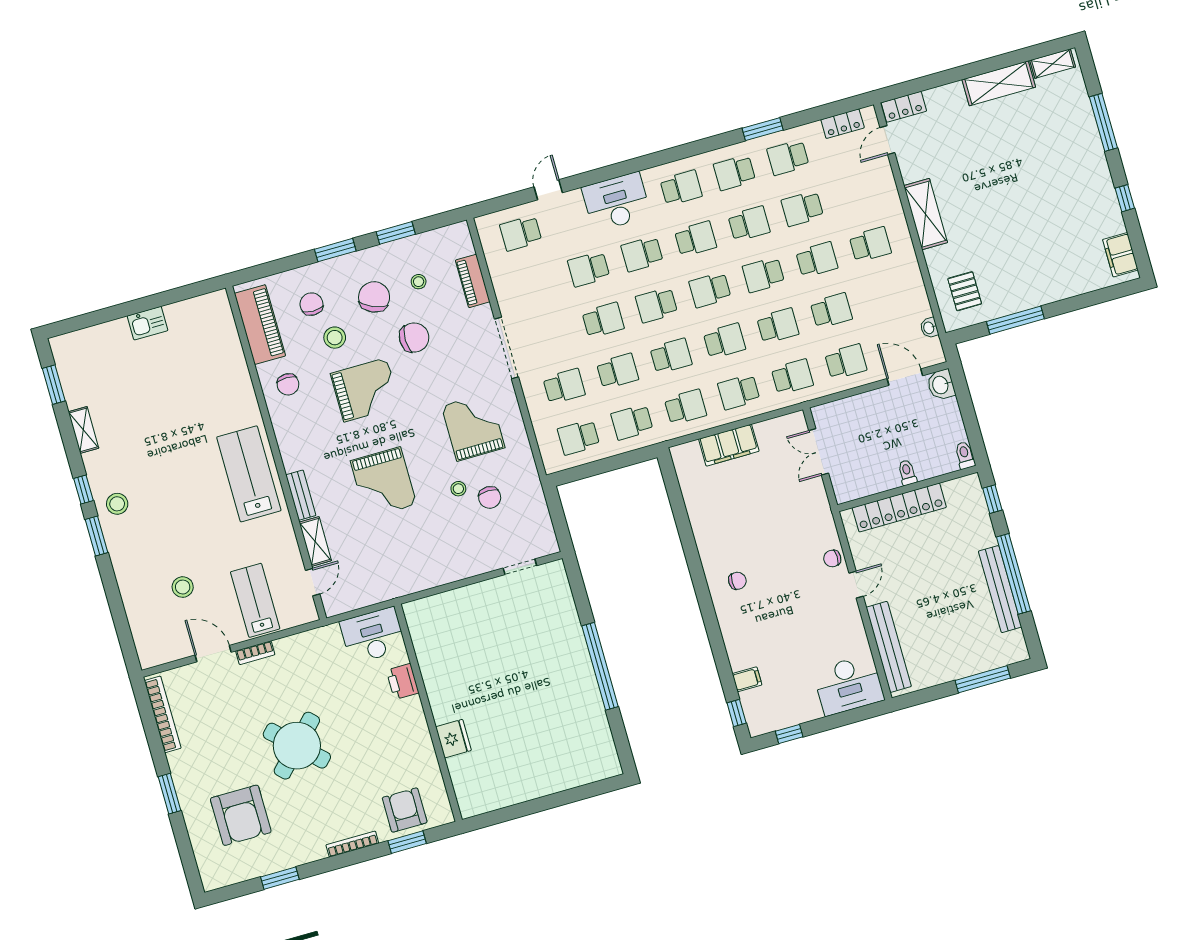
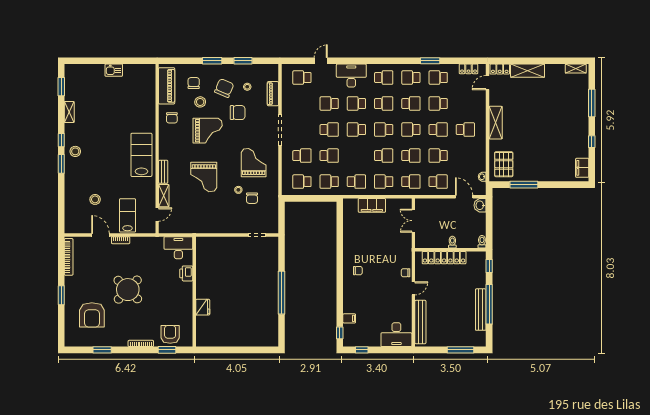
shelving: (999, 83) -> (528, 71), moved
pallet: (965, 291) -> (504, 164), width x1.50, depth x1.42
school desk: (831, 311) -> (438, 156), turned 180
school desk: (671, 356) -> (356, 156), removed

